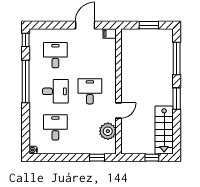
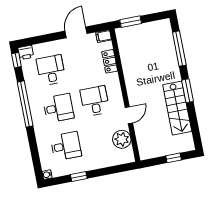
window: (149, 25) -> (131, 22), moved
printer: (36, 34) -> (26, 52), added
locker: (111, 58) -> (110, 61), added
desk: (55, 127) -> (66, 146), turned 90
stairs: (164, 130) -> (177, 108), moved
window: (97, 158) -> (79, 177), moved

